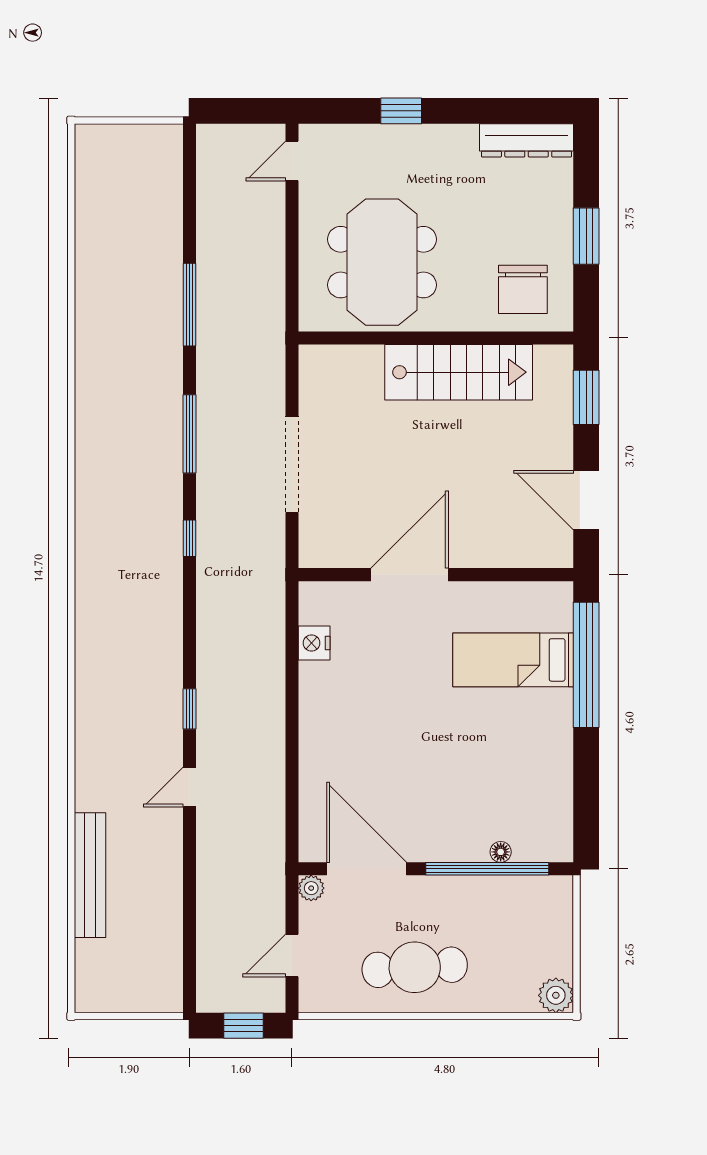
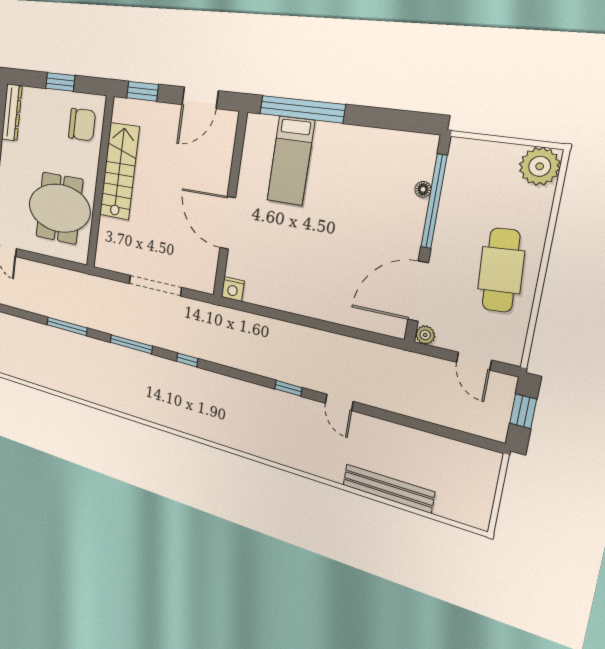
nightstand: (314, 643) -> (233, 289), moved
plant: (556, 995) -> (540, 166), width x1.36, depth x1.36

